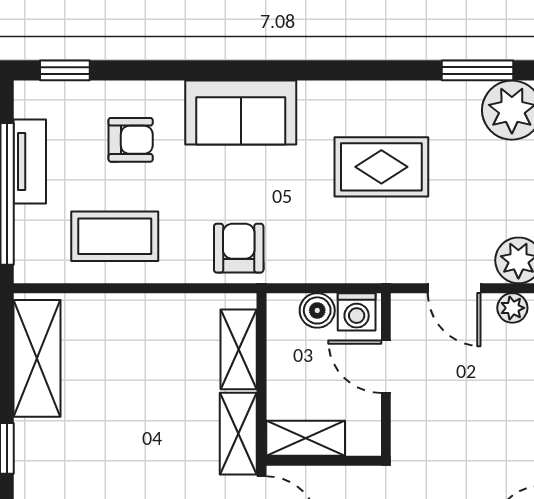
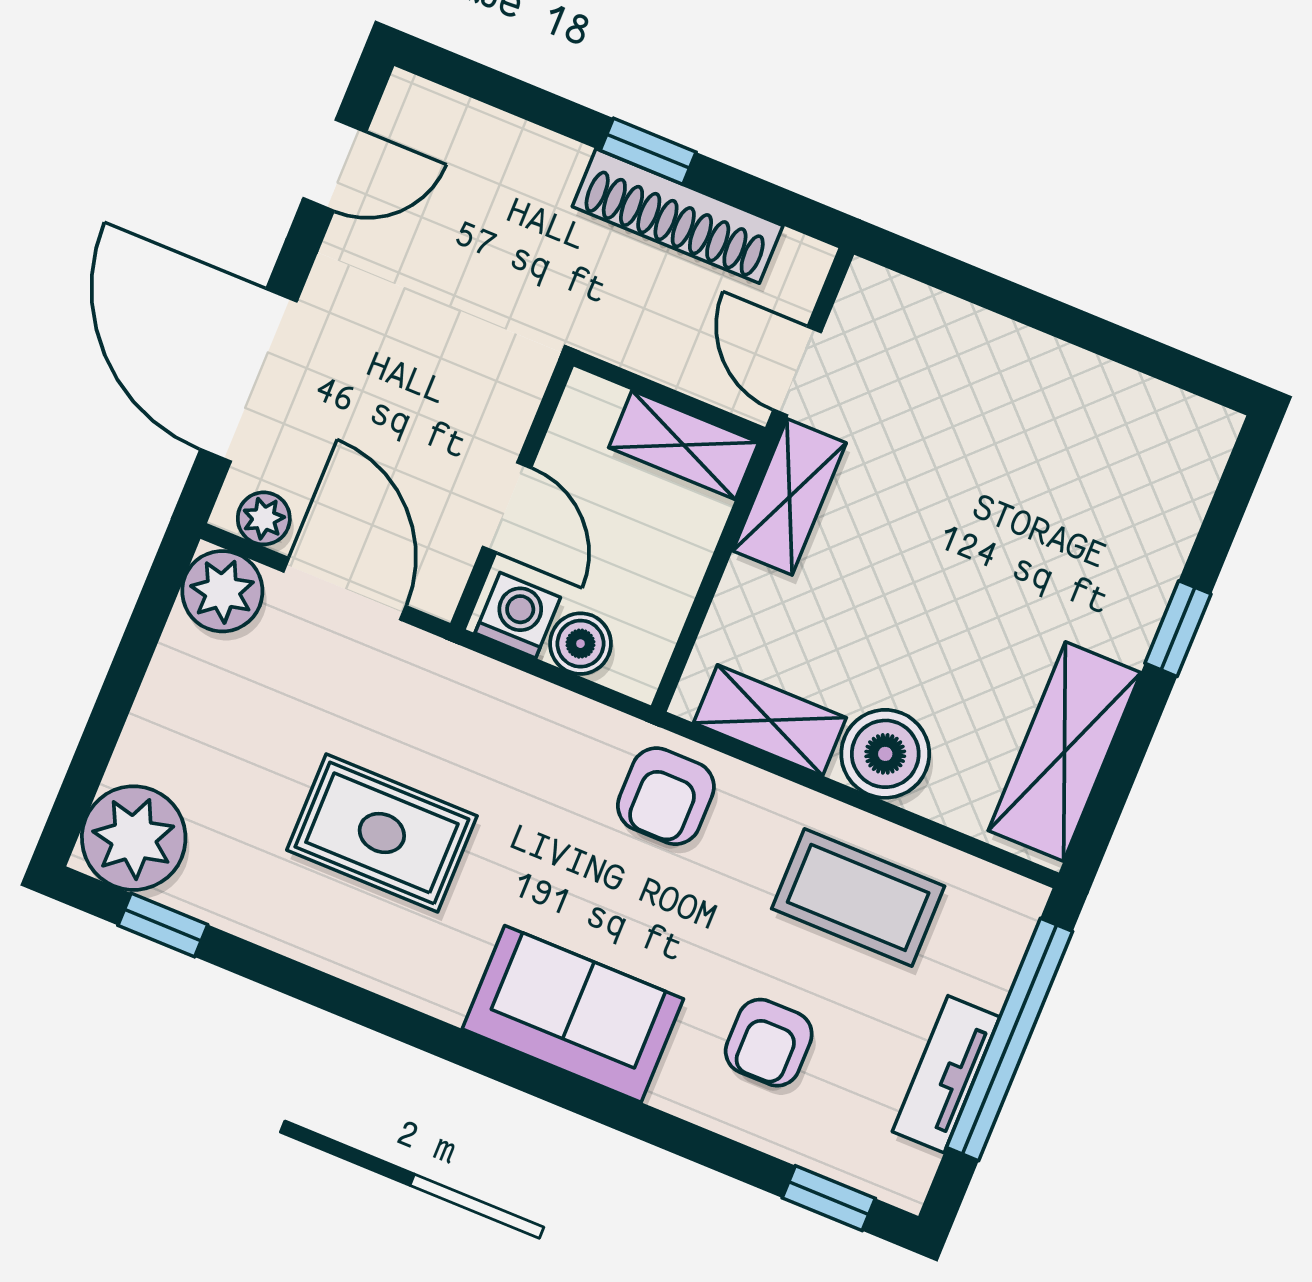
window: (477, 70) -> (163, 925), width x0.67
armchair: (131, 140) -> (769, 1043), turned -90
door: (454, 288) -> (345, 589), width x1.38
boiler: (132, 318) -> (885, 754), added
shelving: (239, 349) -> (770, 720), moved, turned 90

